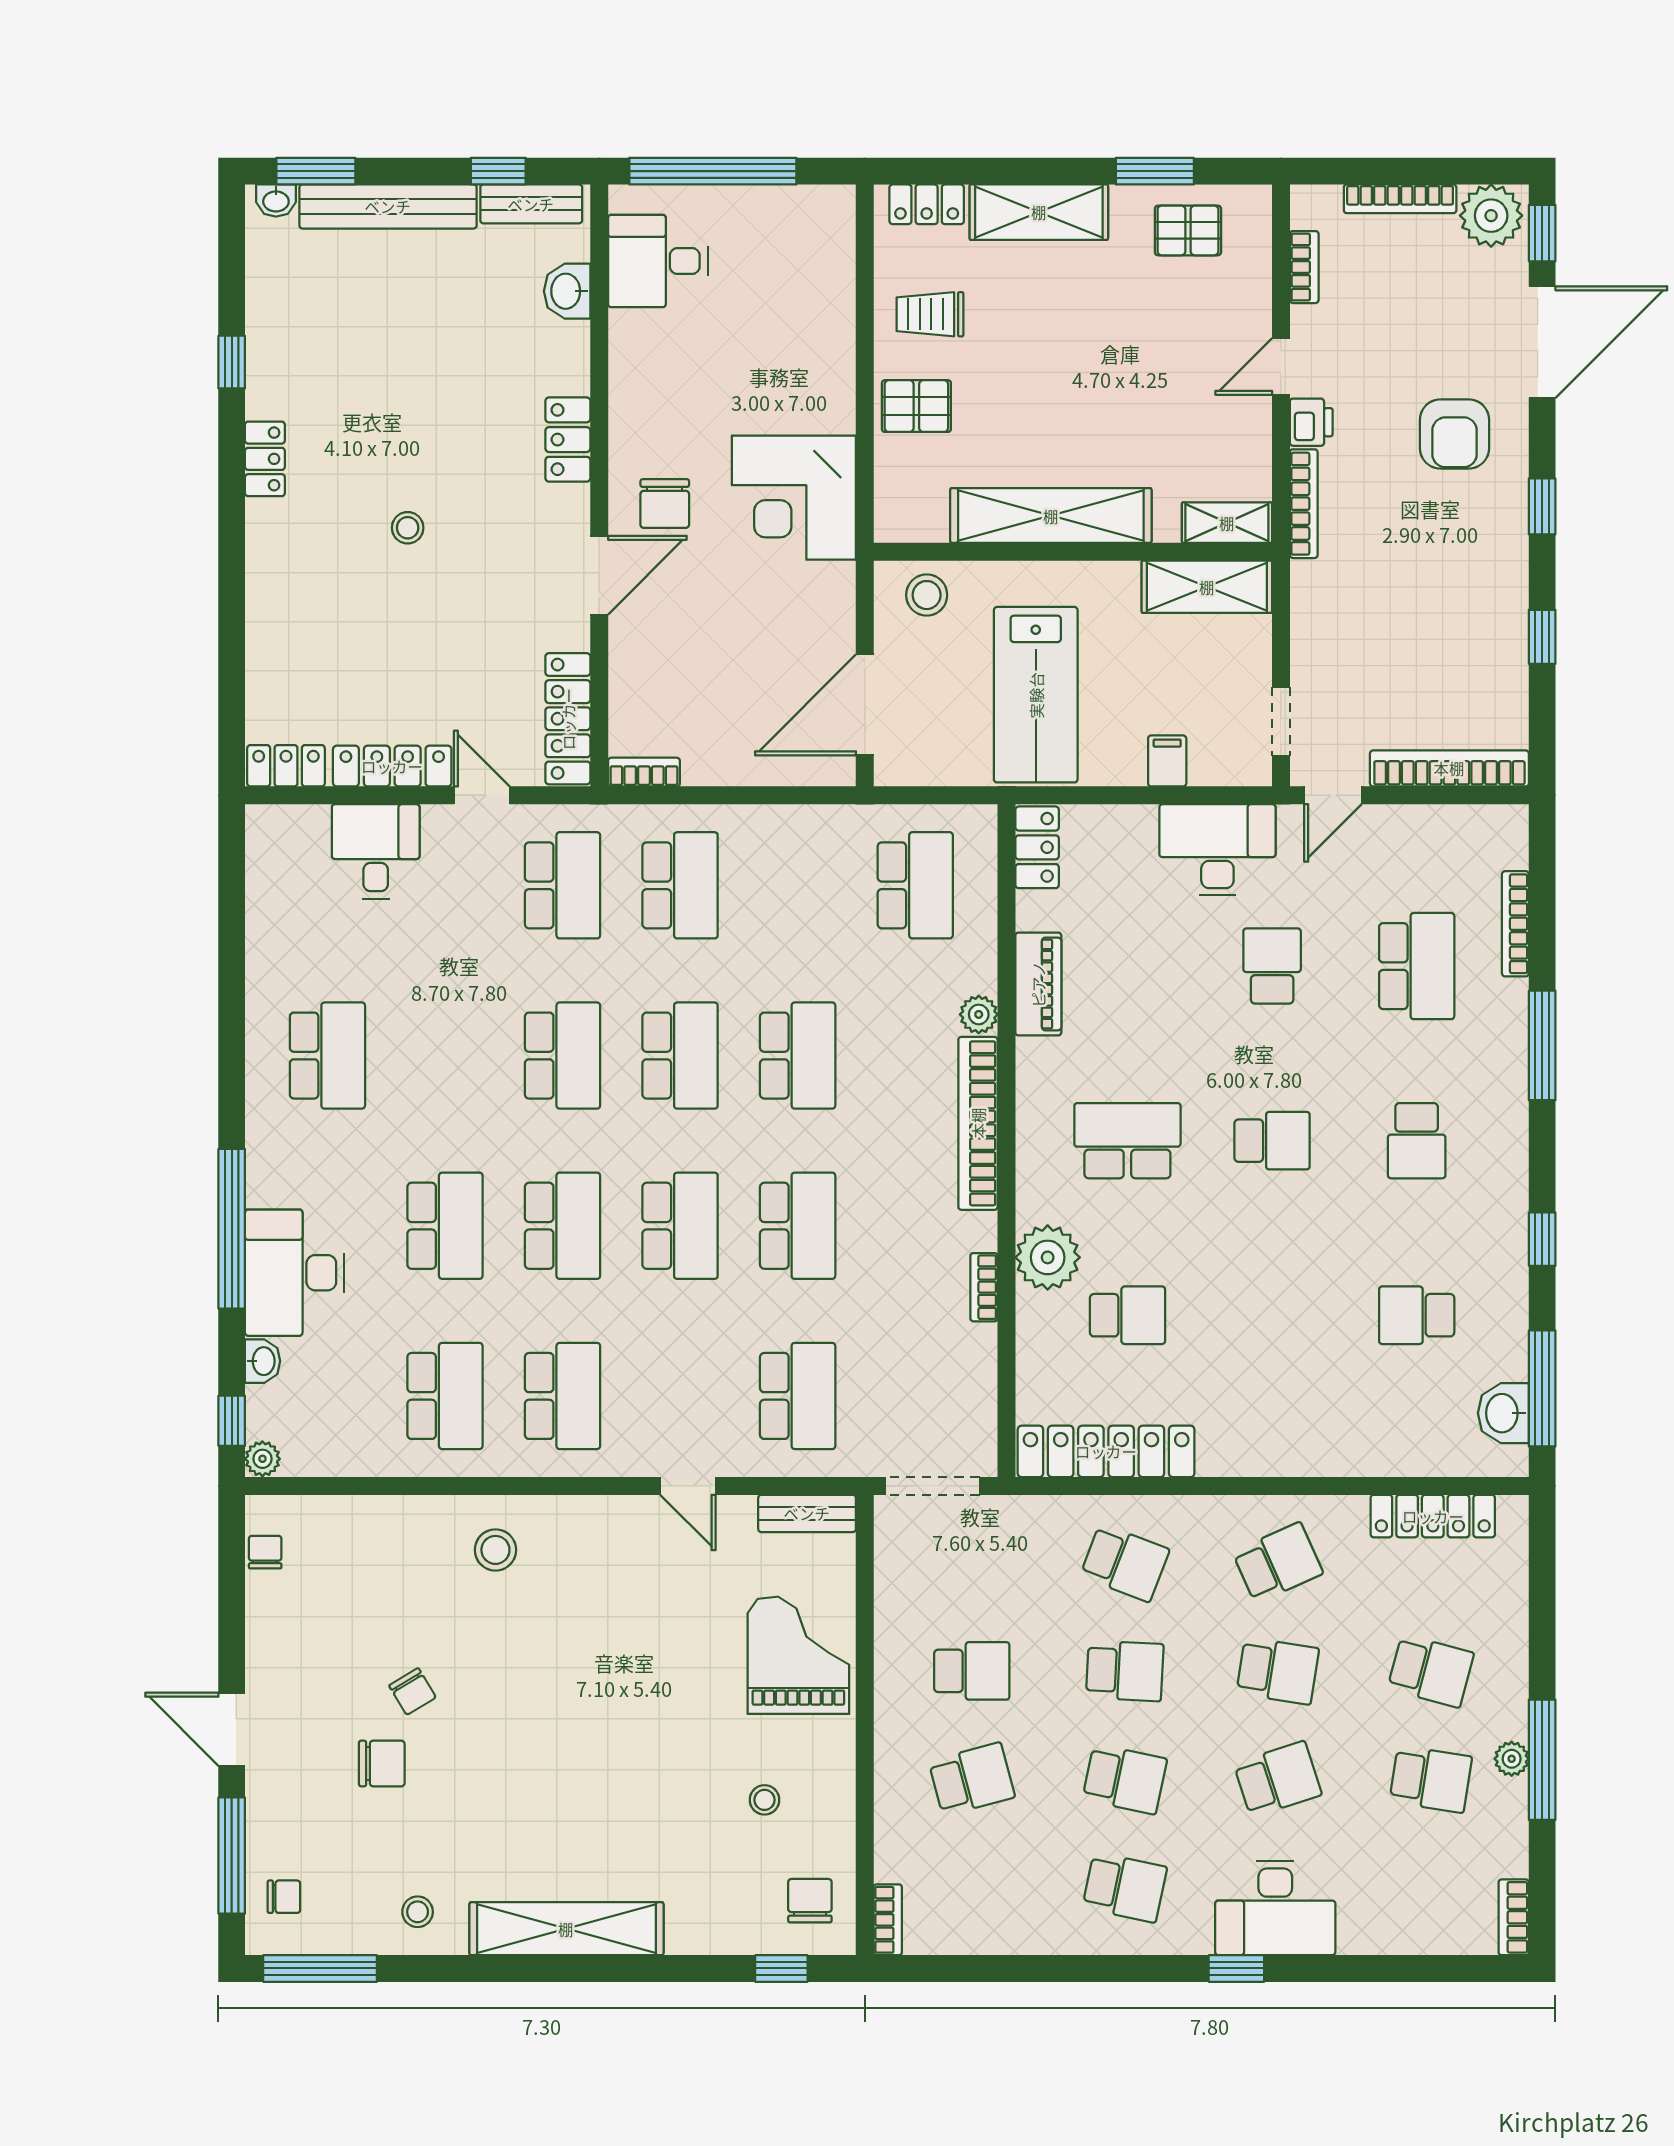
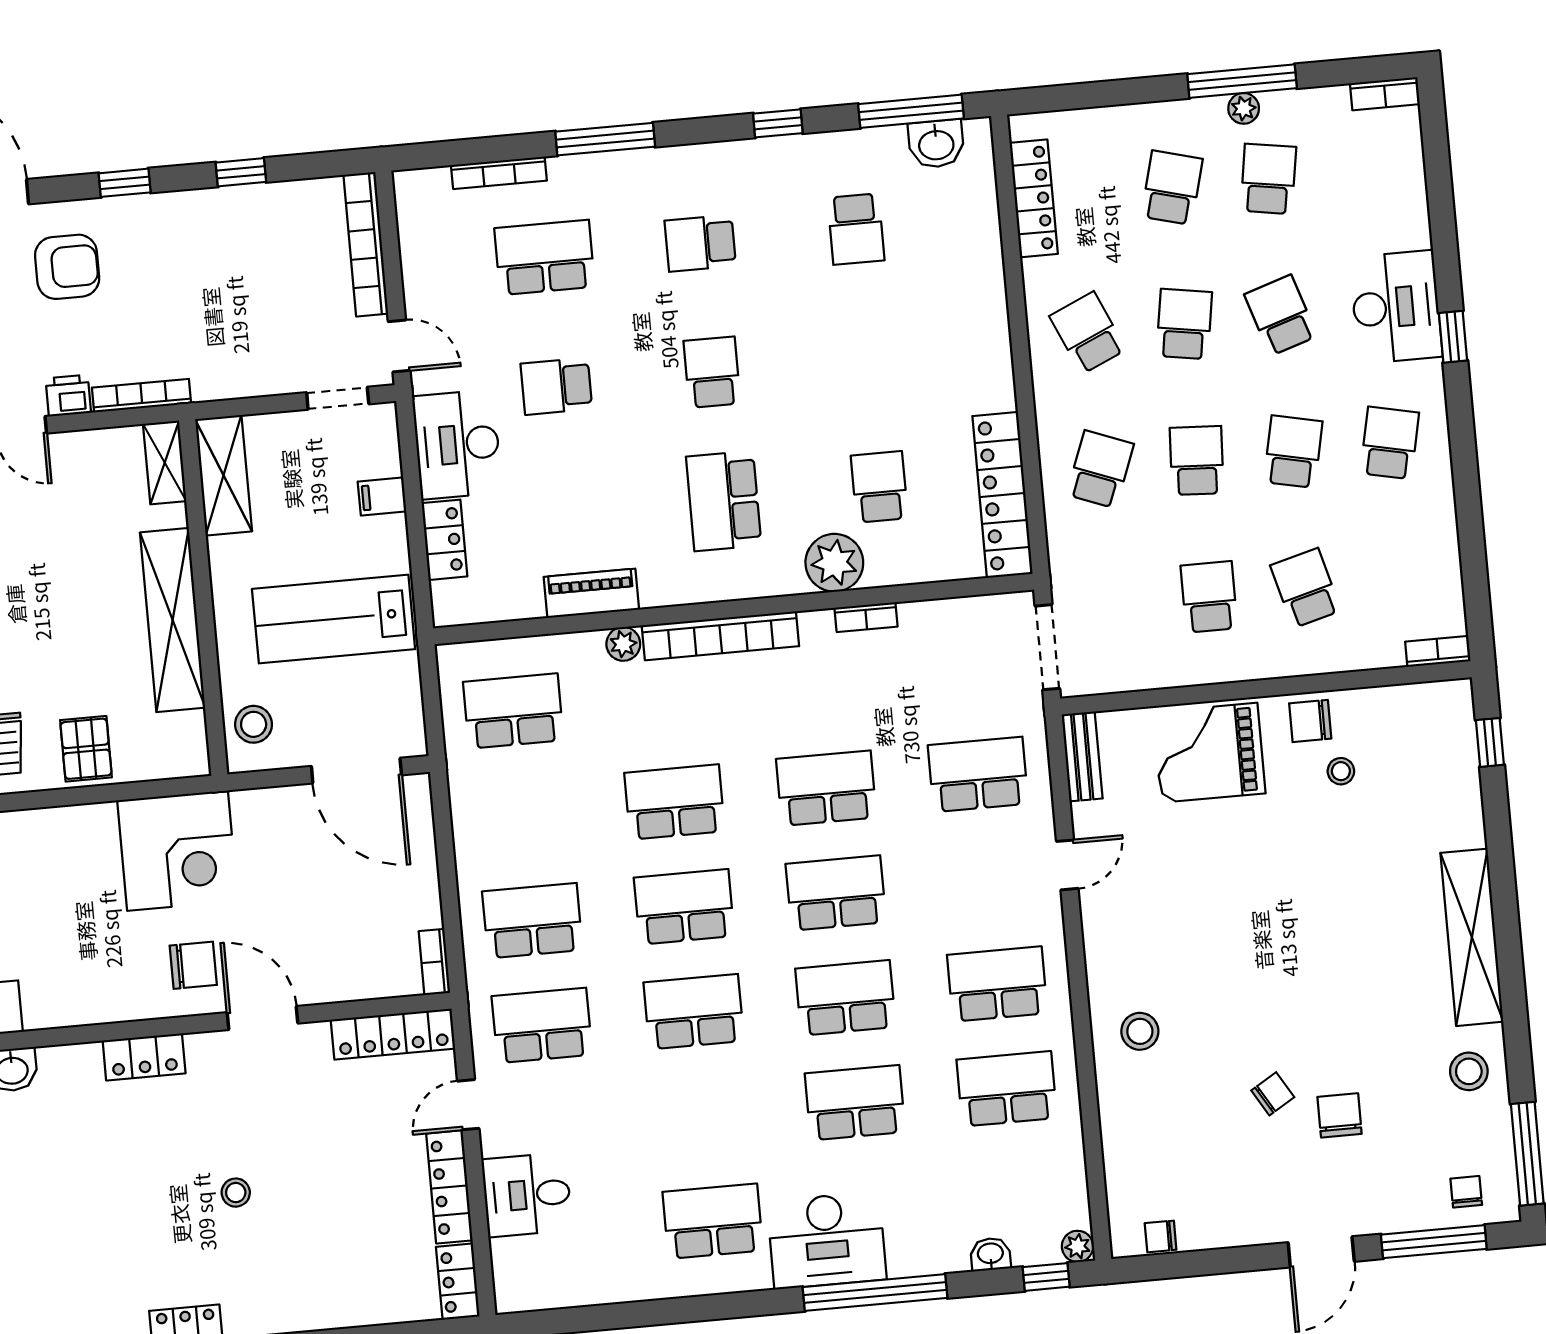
lab bench: (1036, 695) -> (334, 619), turned 180
locker: (1037, 847) -> (444, 540), moved, turned 90
school desk: (1417, 1141) -> (700, 243), turned 180
desk: (295, 1273) -> (827, 1240), moved
chair: (810, 1901) -> (1310, 721), moved
stool: (418, 1912) -> (1469, 1071), width x1.37, depth x1.37

